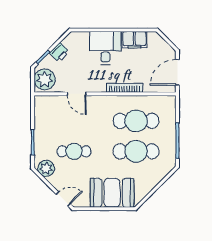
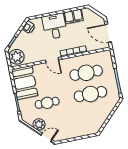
printer: (59, 52) -> (29, 27), moved
door: (177, 72) -> (108, 33), hinge flipped
door: (77, 94) -> (52, 60), moved
plant: (46, 168) -> (39, 124), moved
booth: (112, 193) -> (25, 82), moved, turned 90

